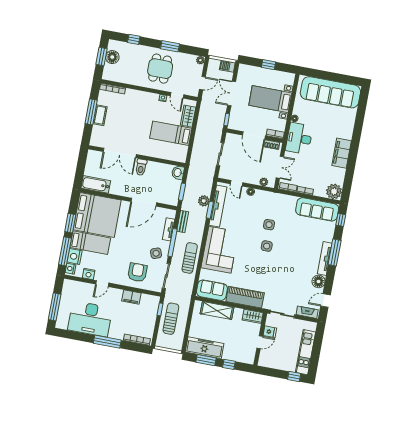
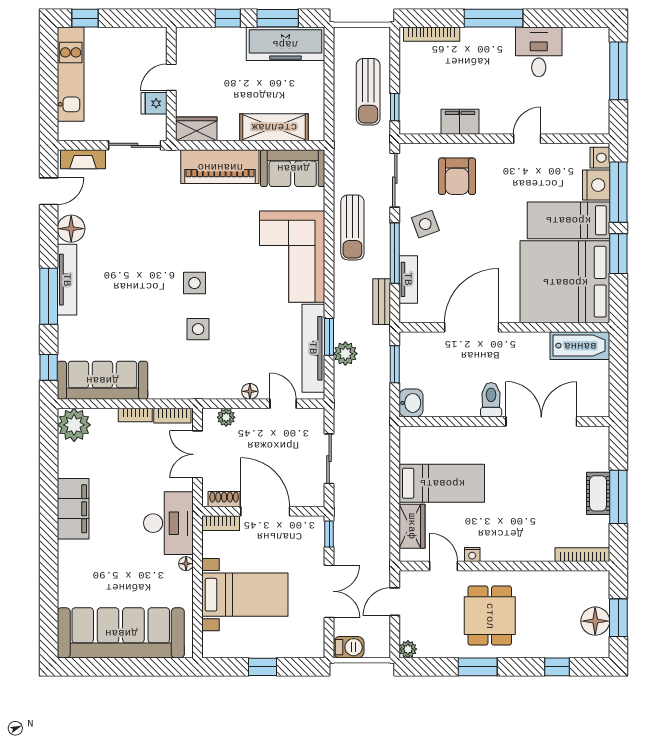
nightstand: (89, 274) -> (559, 154), removed
desk: (90, 319) -> (539, 52), width x0.53, depth x0.77

